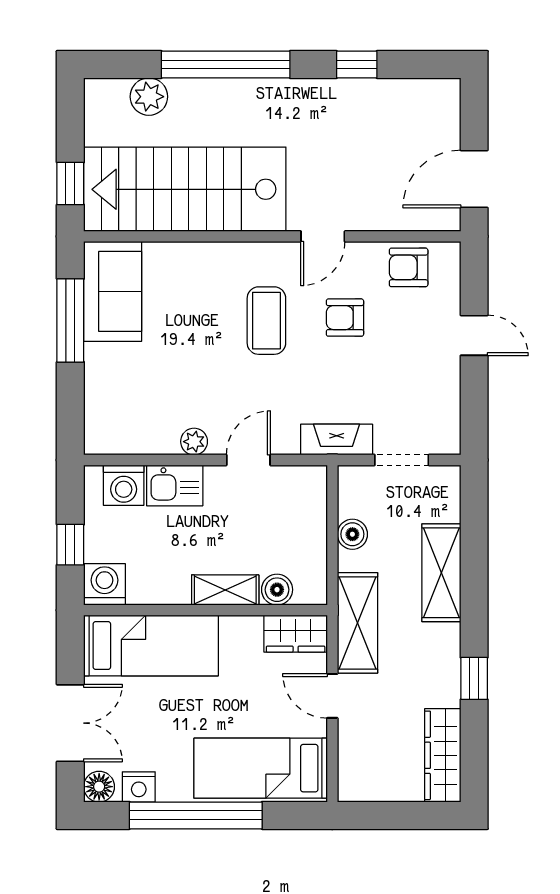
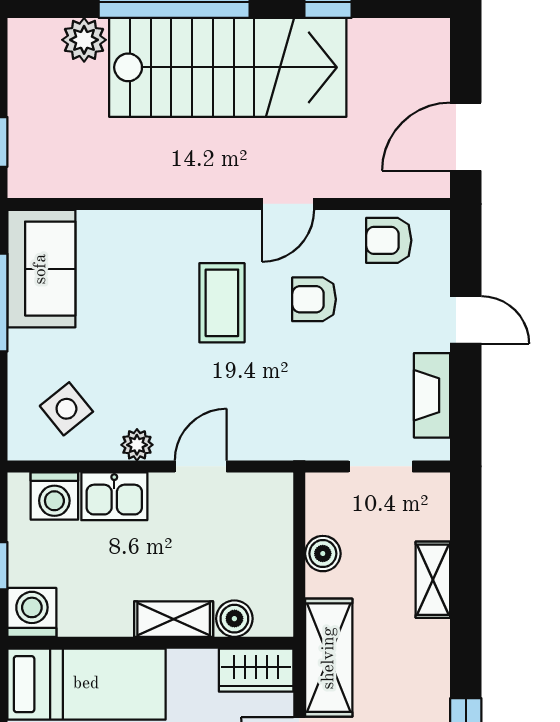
stairs: (185, 189) -> (228, 67), moved, turned 180
side table: (134, 411) -> (66, 409), added
fireplace: (337, 440) -> (432, 395), moved, turned -90
shelving: (441, 573) -> (433, 580), width x0.67, depth x0.75

